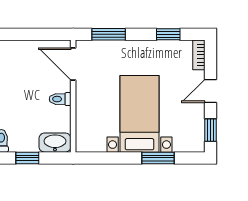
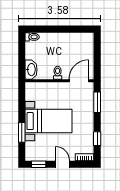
window: (27, 158) -> (22, 53), removed

